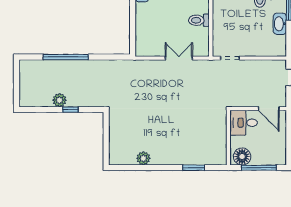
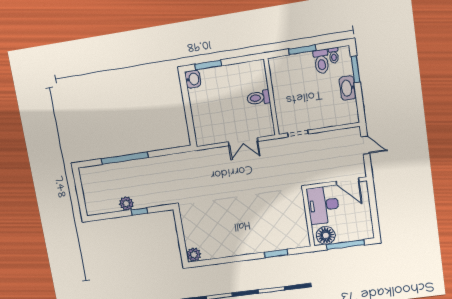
double door: (179, 58) -> (243, 142), swing flipped
desk: (244, 123) -> (323, 205), width x1.37
plant: (143, 158) -> (194, 255), moved

